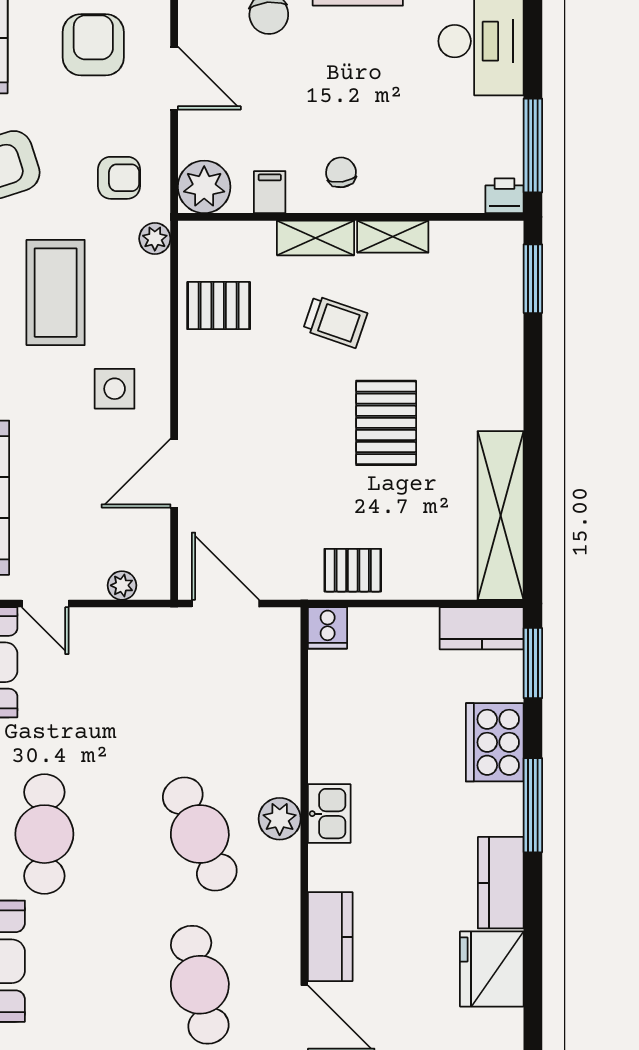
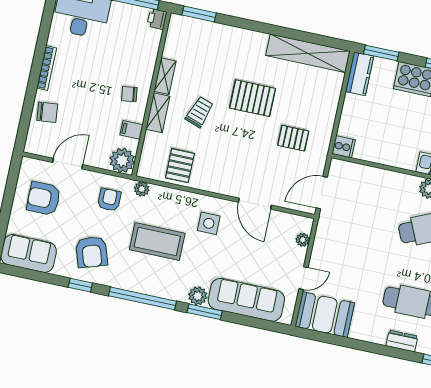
pallet: (353, 570) -> (293, 138), moved, turned 90

